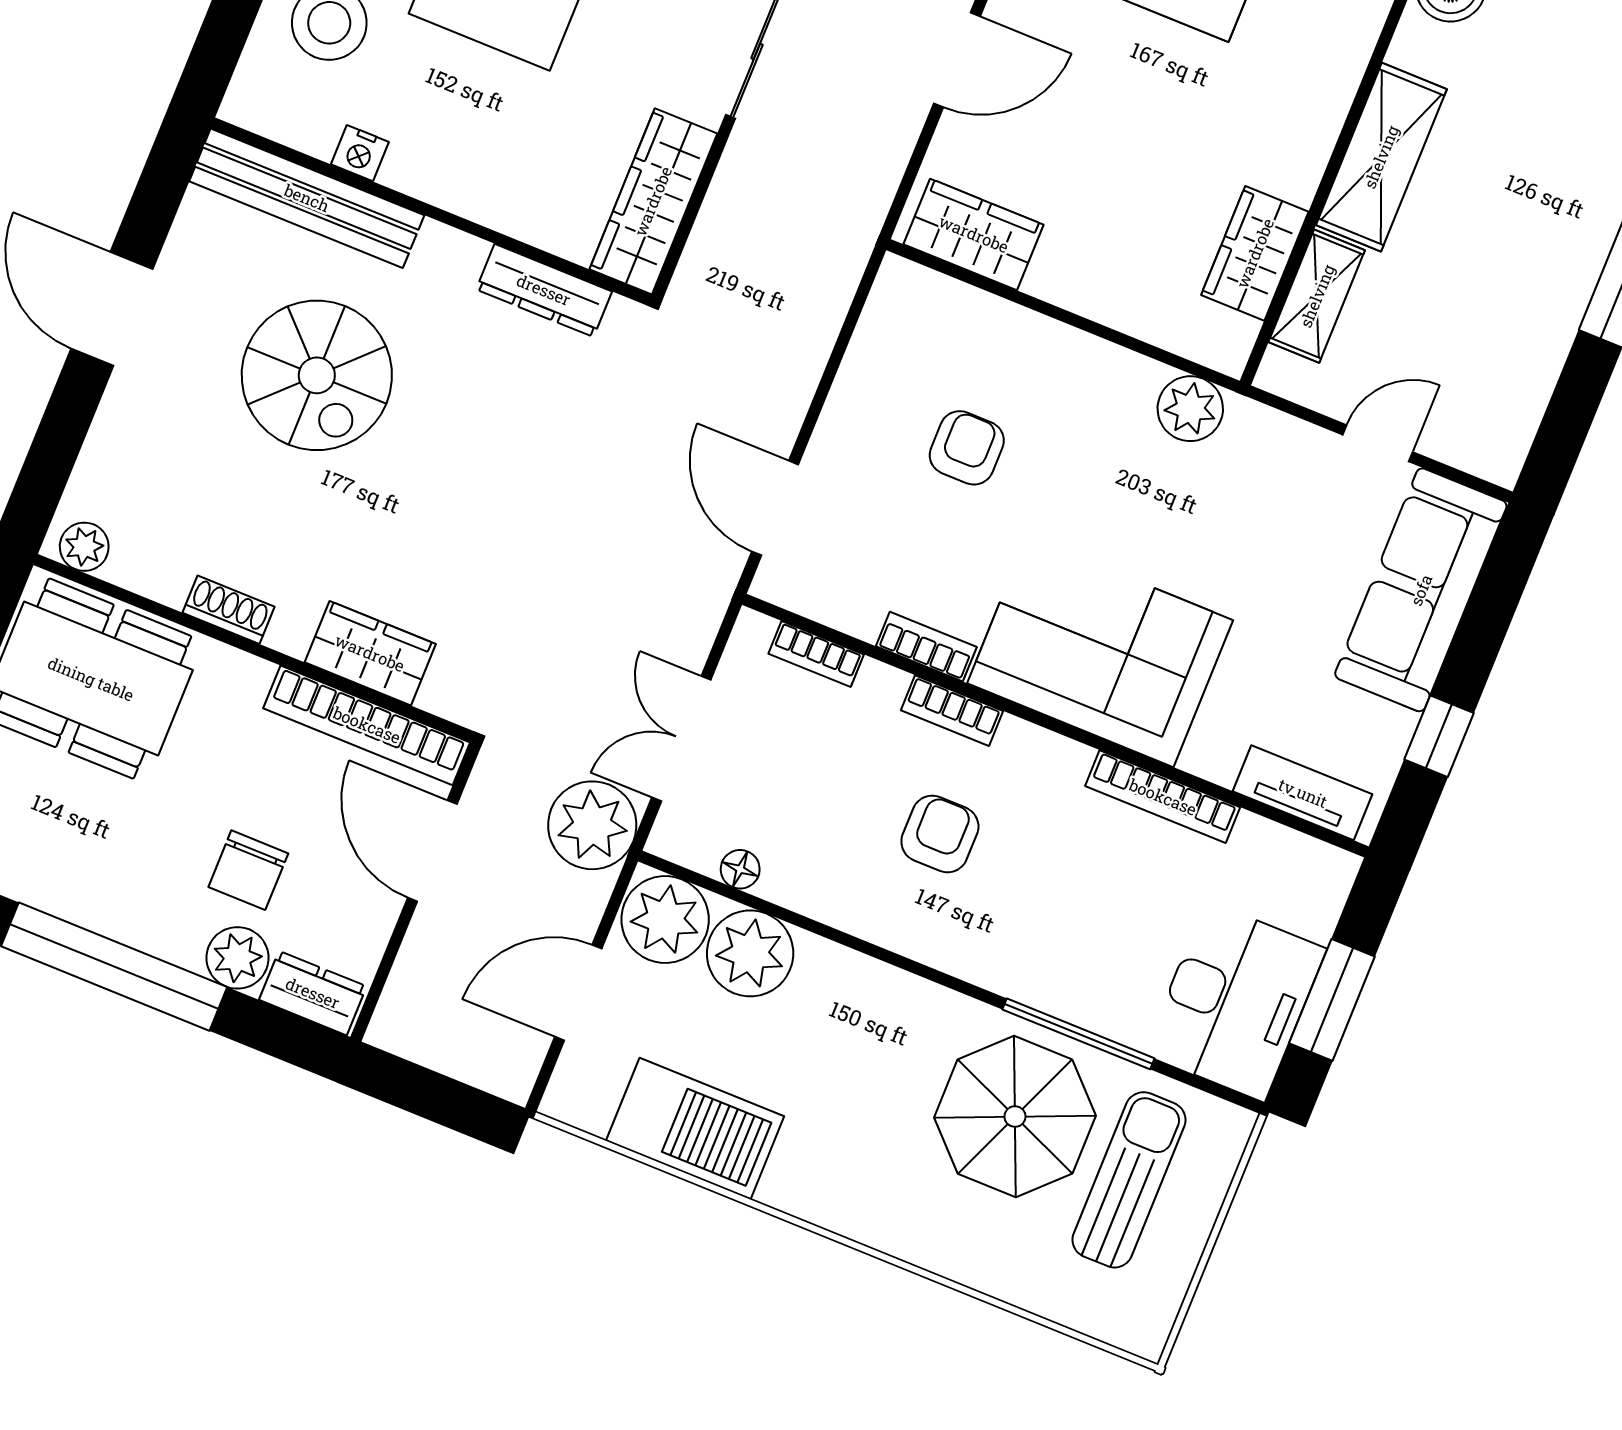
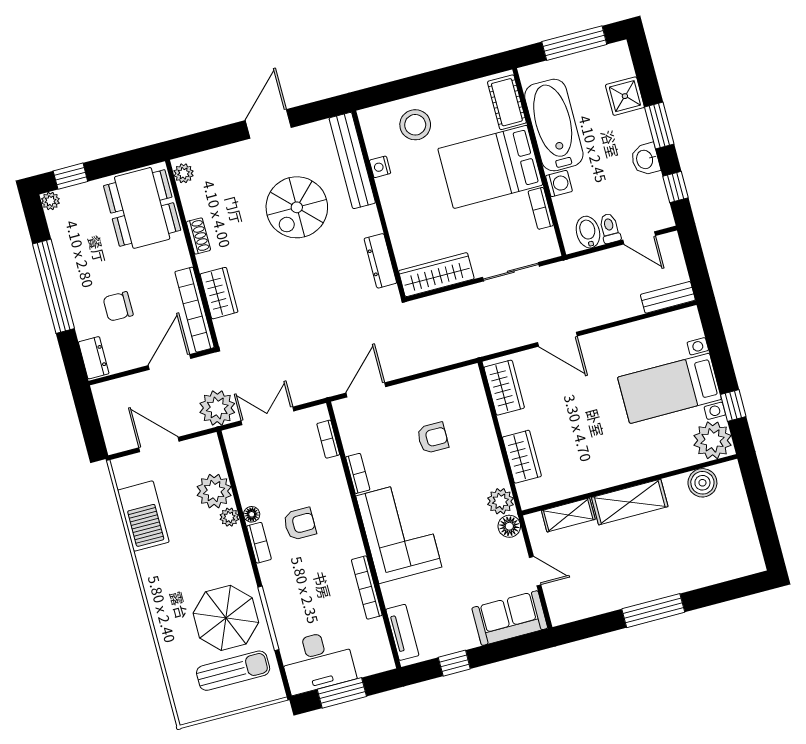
wardrobe: (1255, 253) -> (522, 457), moved, turned 90
floor lamp: (1252, 428) -> (509, 526), added
sofa: (1421, 590) -> (510, 618), width x0.73
bookcase: (952, 711) -> (259, 543), moved, turned 180
floor lamp: (740, 869) -> (252, 514), moved
plant: (665, 919) -> (229, 517), moved, width x0.53, depth x0.53
plant: (237, 958) -> (87, 324), removed

